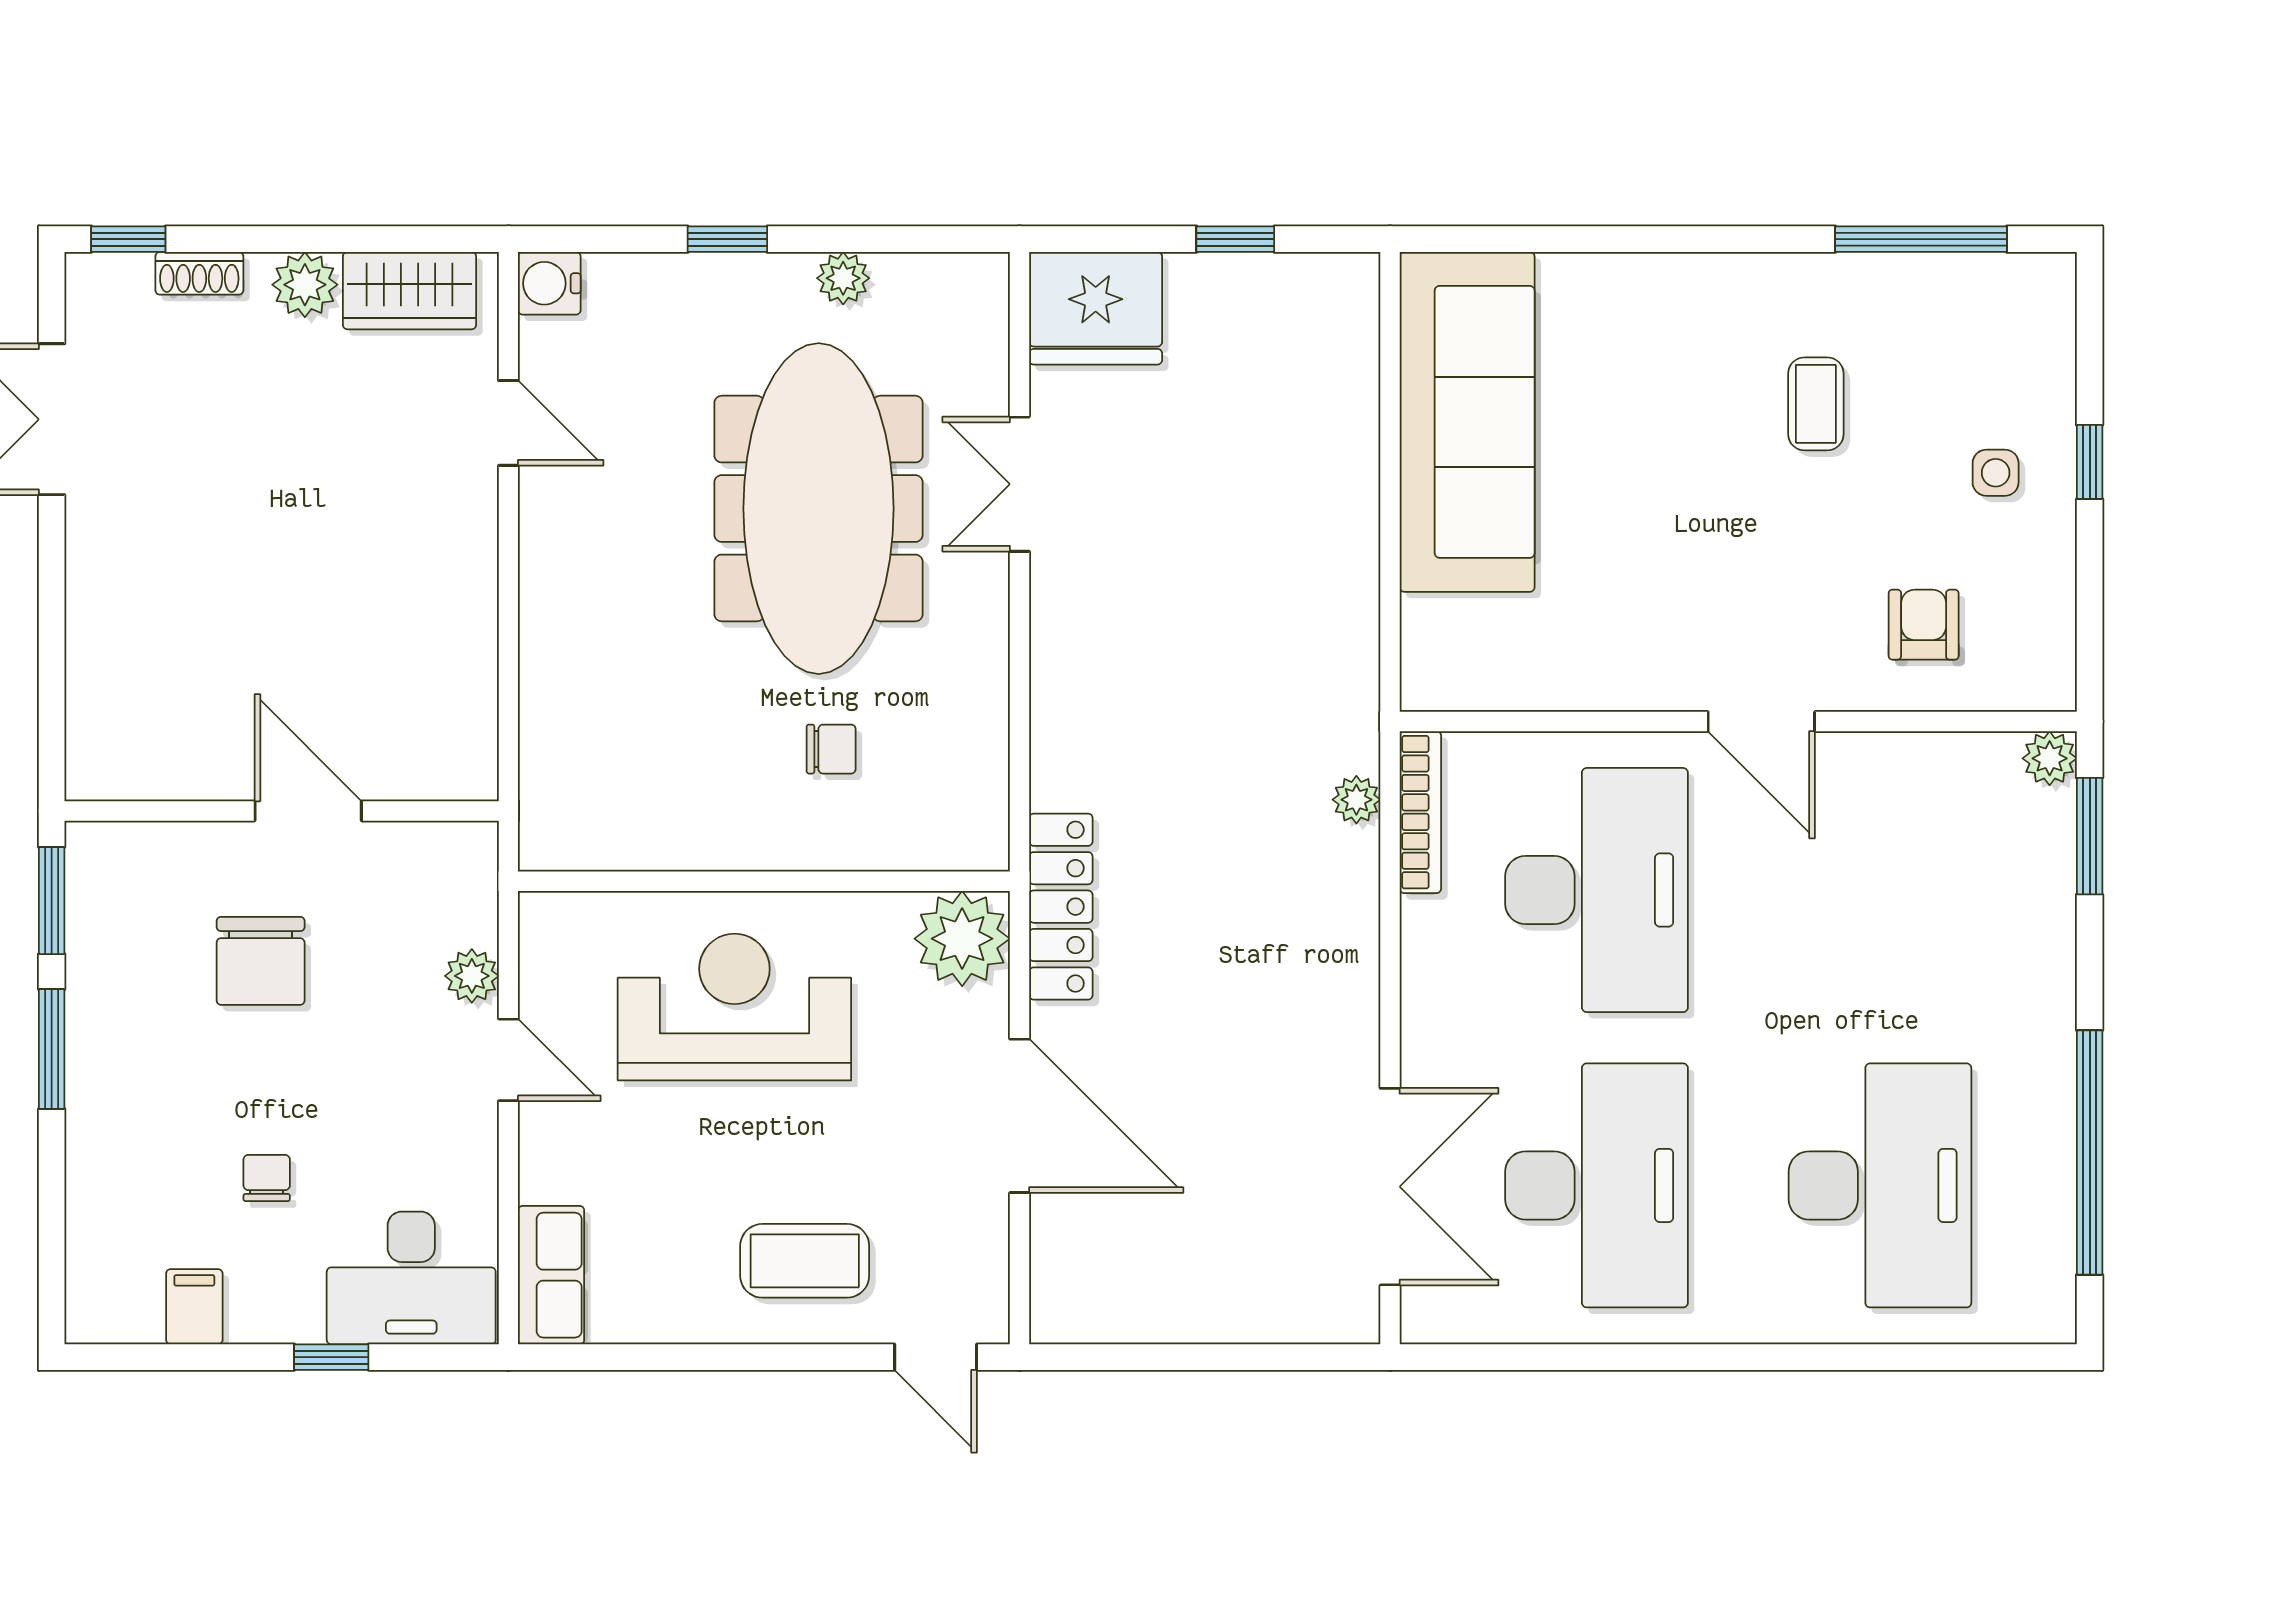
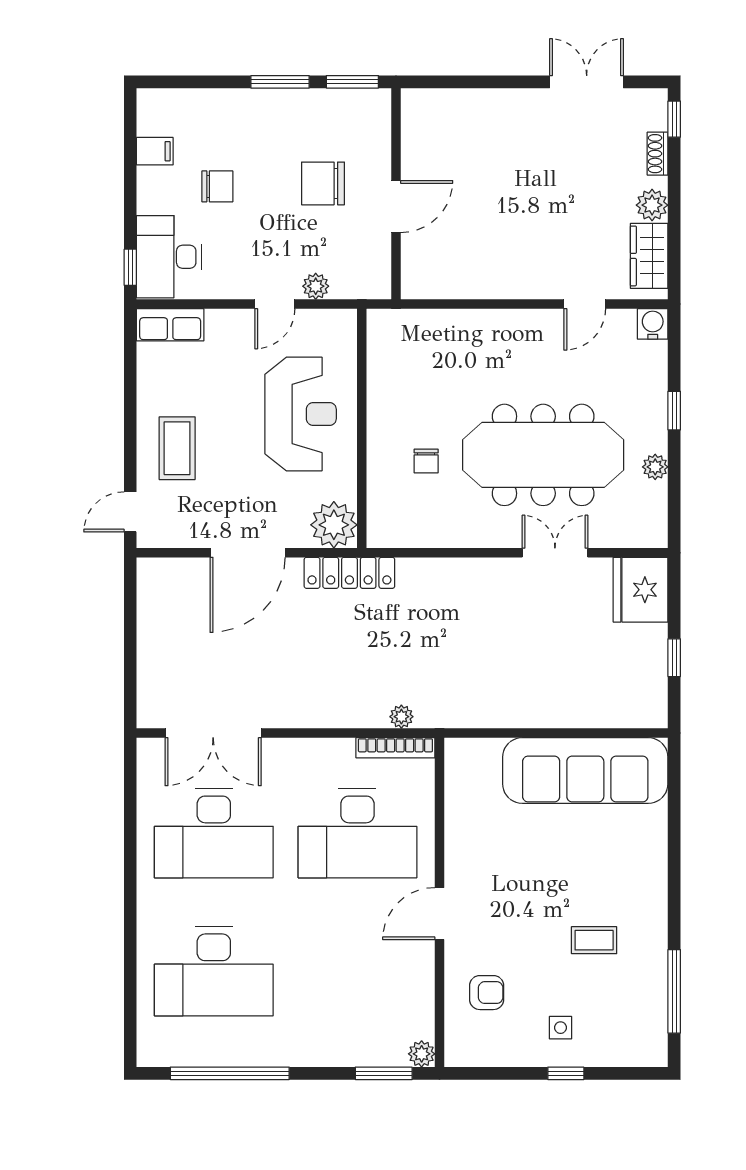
chair: (267, 1178) -> (217, 186), width x1.37, depth x1.37
window: (331, 1357) -> (130, 267), moved

